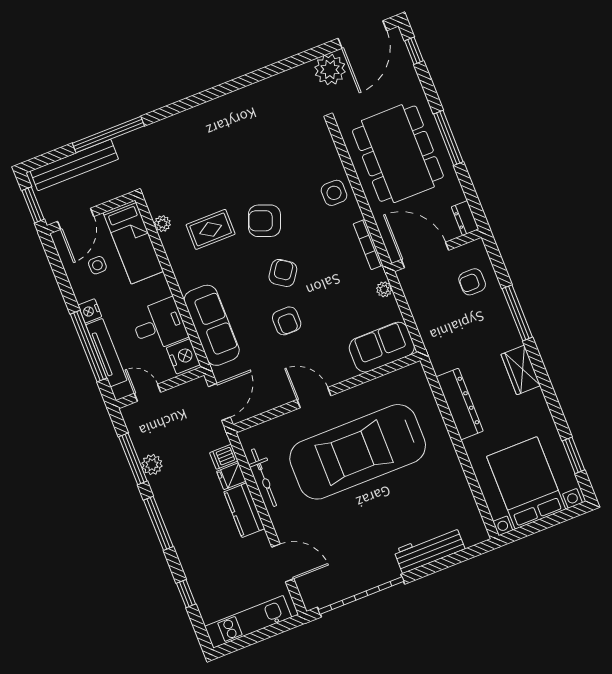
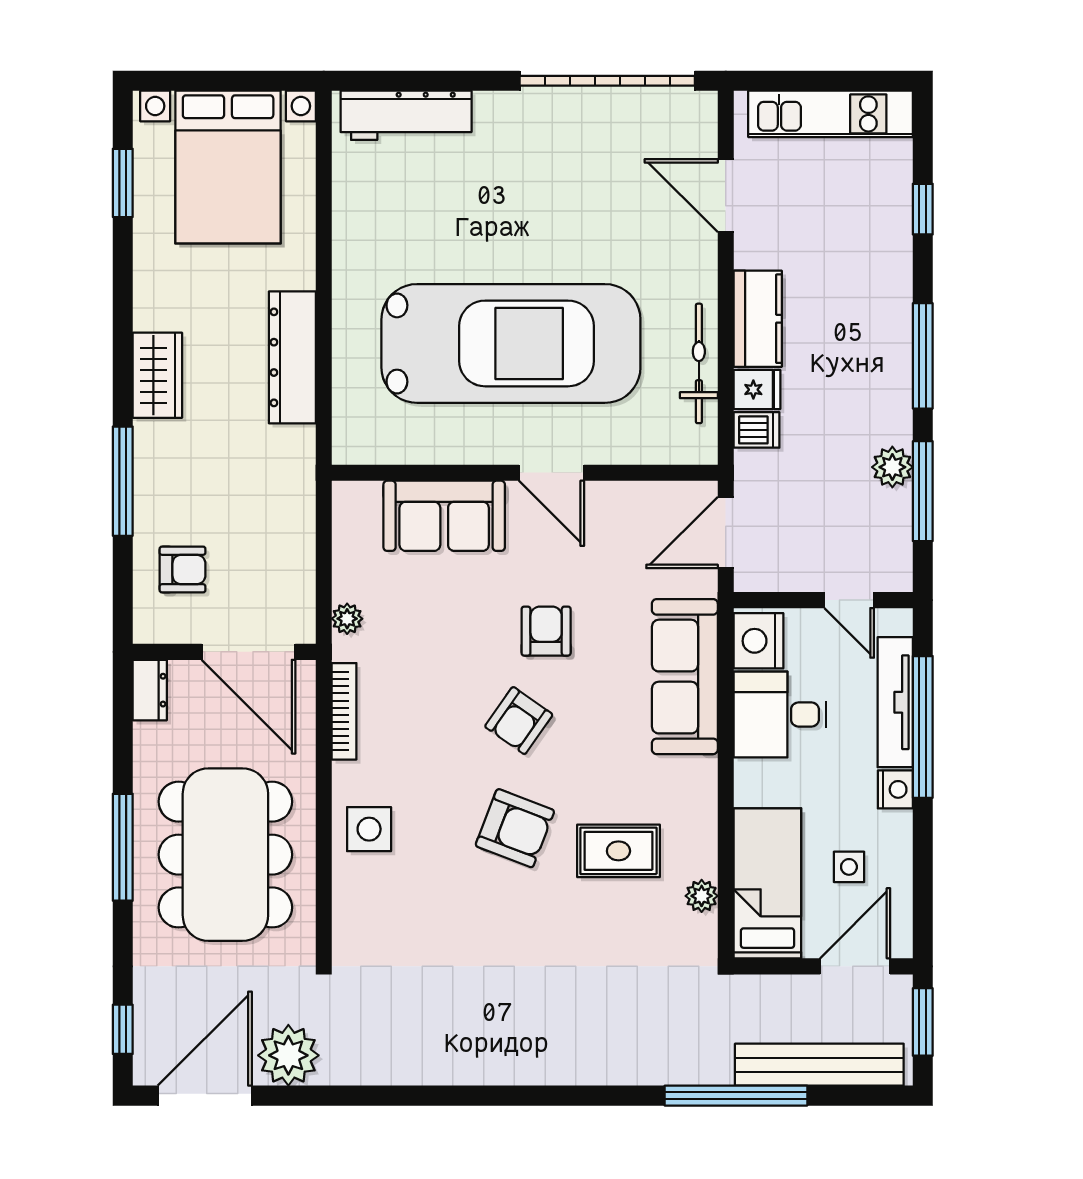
sofa: (382, 347) -> (444, 516), moved
workbench: (429, 550) -> (406, 115), moved

